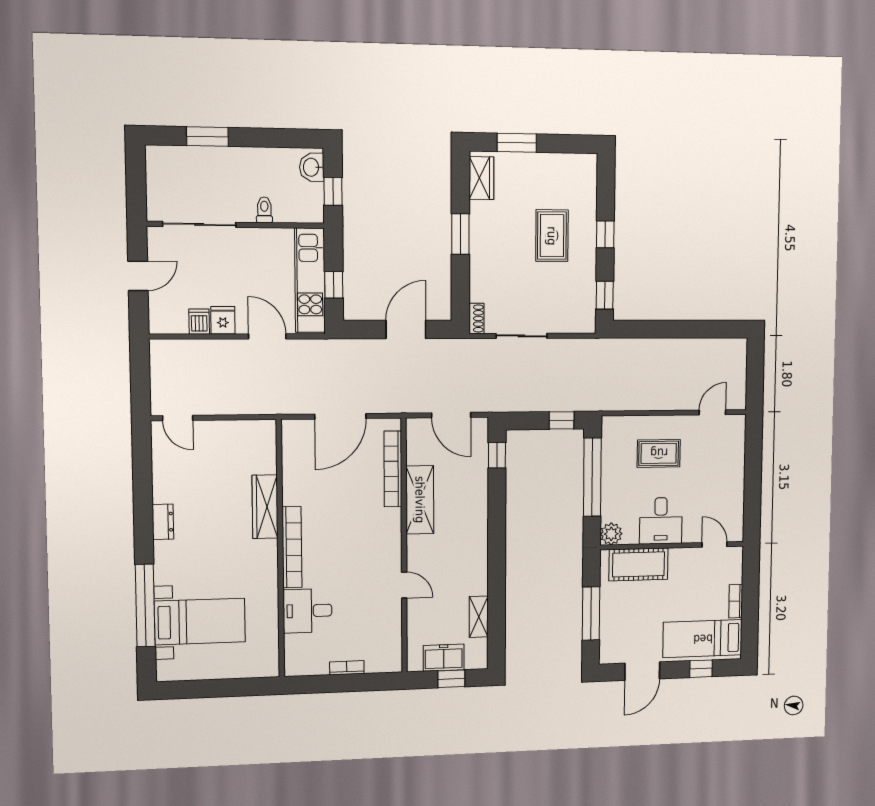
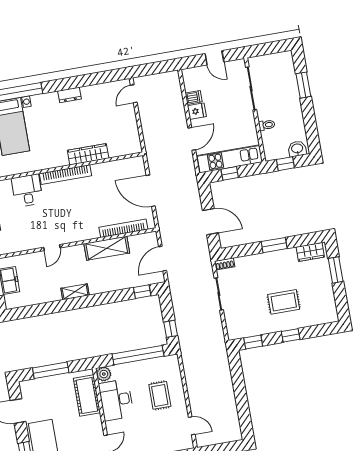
desk: (661, 521) -> (116, 400), width x1.37
shelving: (479, 617) -> (75, 292), moved

